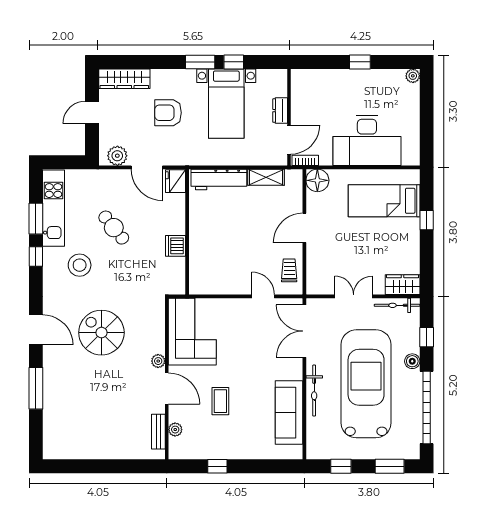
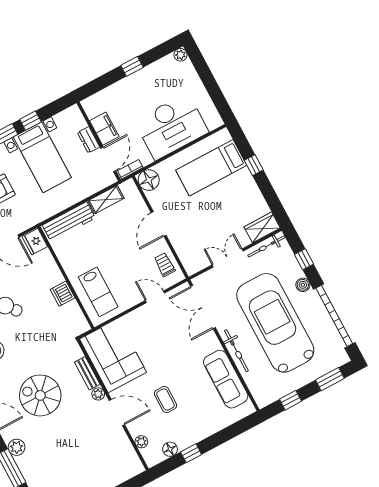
filing cabinet: (301, 108) -> (104, 129), added
lab bench: (211, 262) -> (98, 292), added
plant: (52, 371) -> (17, 447), added
bench: (158, 432) -> (87, 373), moved
floor lamp: (199, 452) -> (170, 449), added

